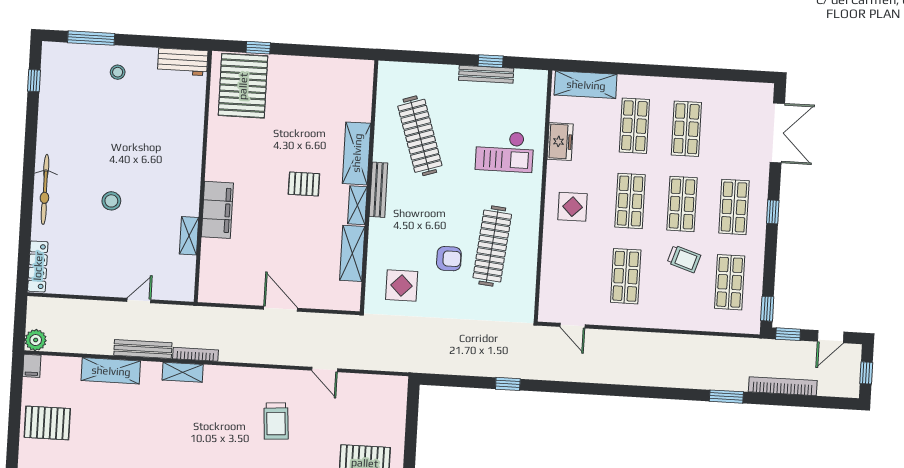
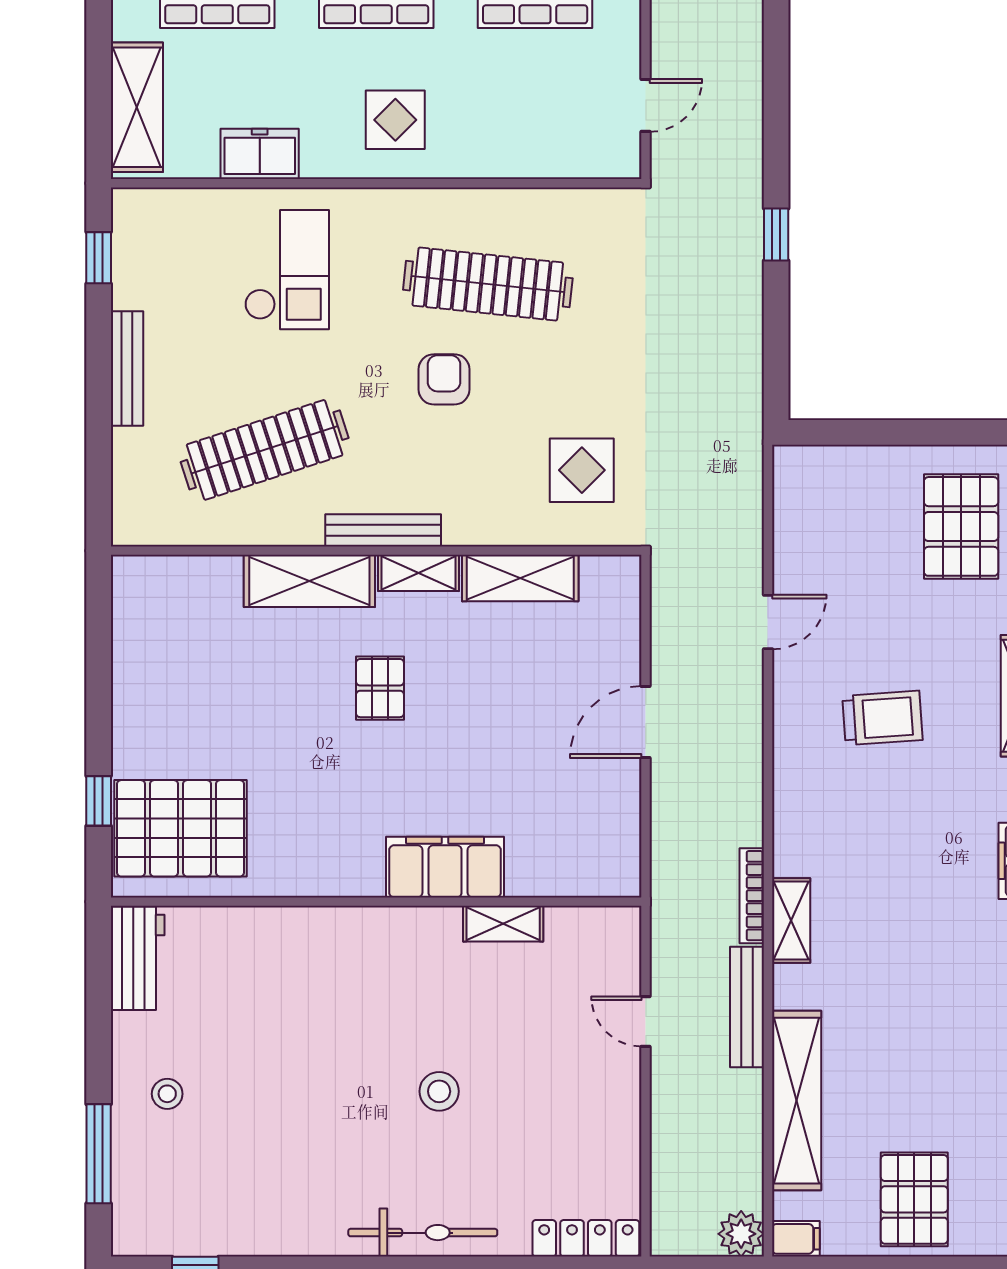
window: (491, 61) -> (99, 258), moved
bench: (486, 74) -> (127, 369), moved
armchair: (449, 259) -> (444, 379), moved
shelving: (111, 371) -> (797, 1101), width x1.47

